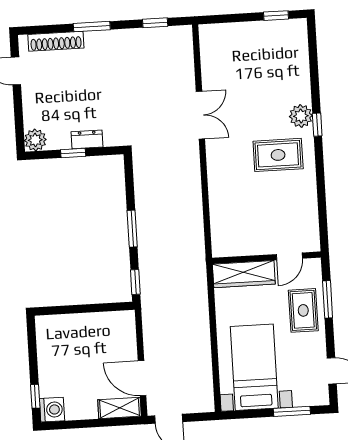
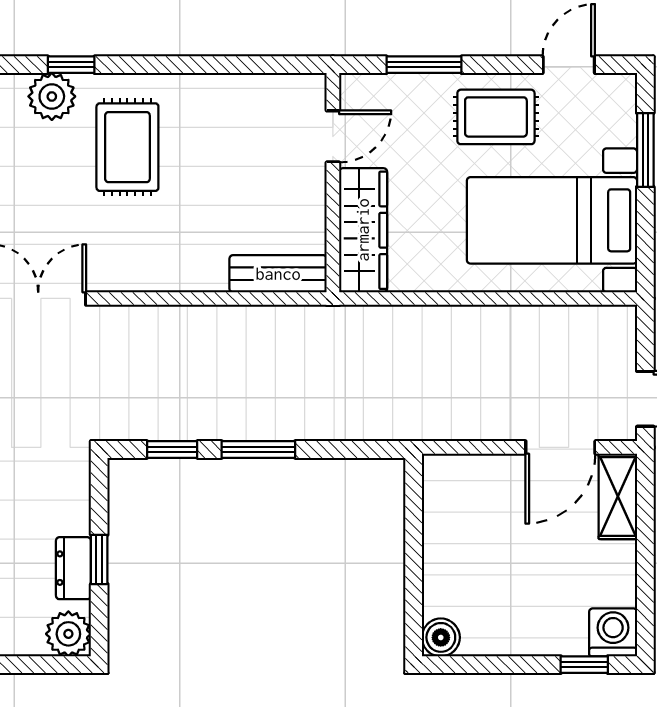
dresser: (87, 139) -> (73, 568), moved
bench: (220, 233) -> (278, 274), added
door: (289, 256) -> (333, 136), hinge flipped
window: (135, 282) -> (172, 449), moved
rug: (303, 310) -> (496, 117), moved
boiler: (44, 325) -> (441, 637), added

